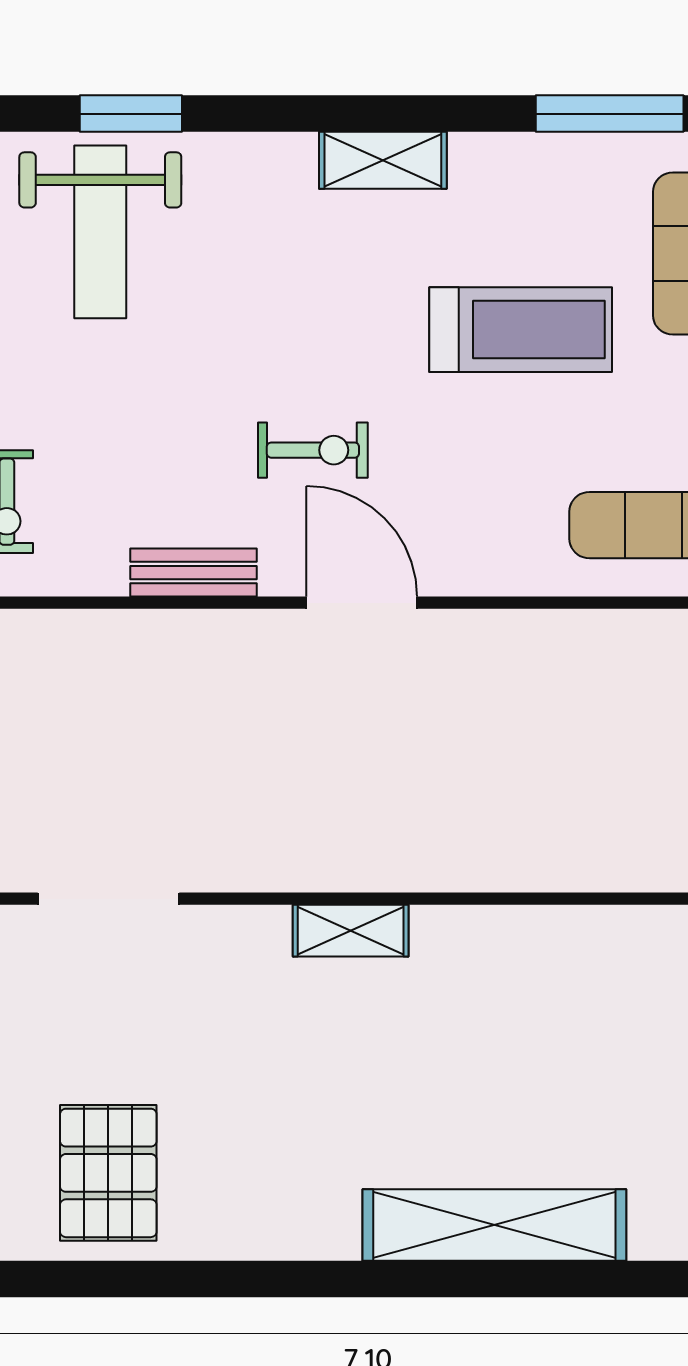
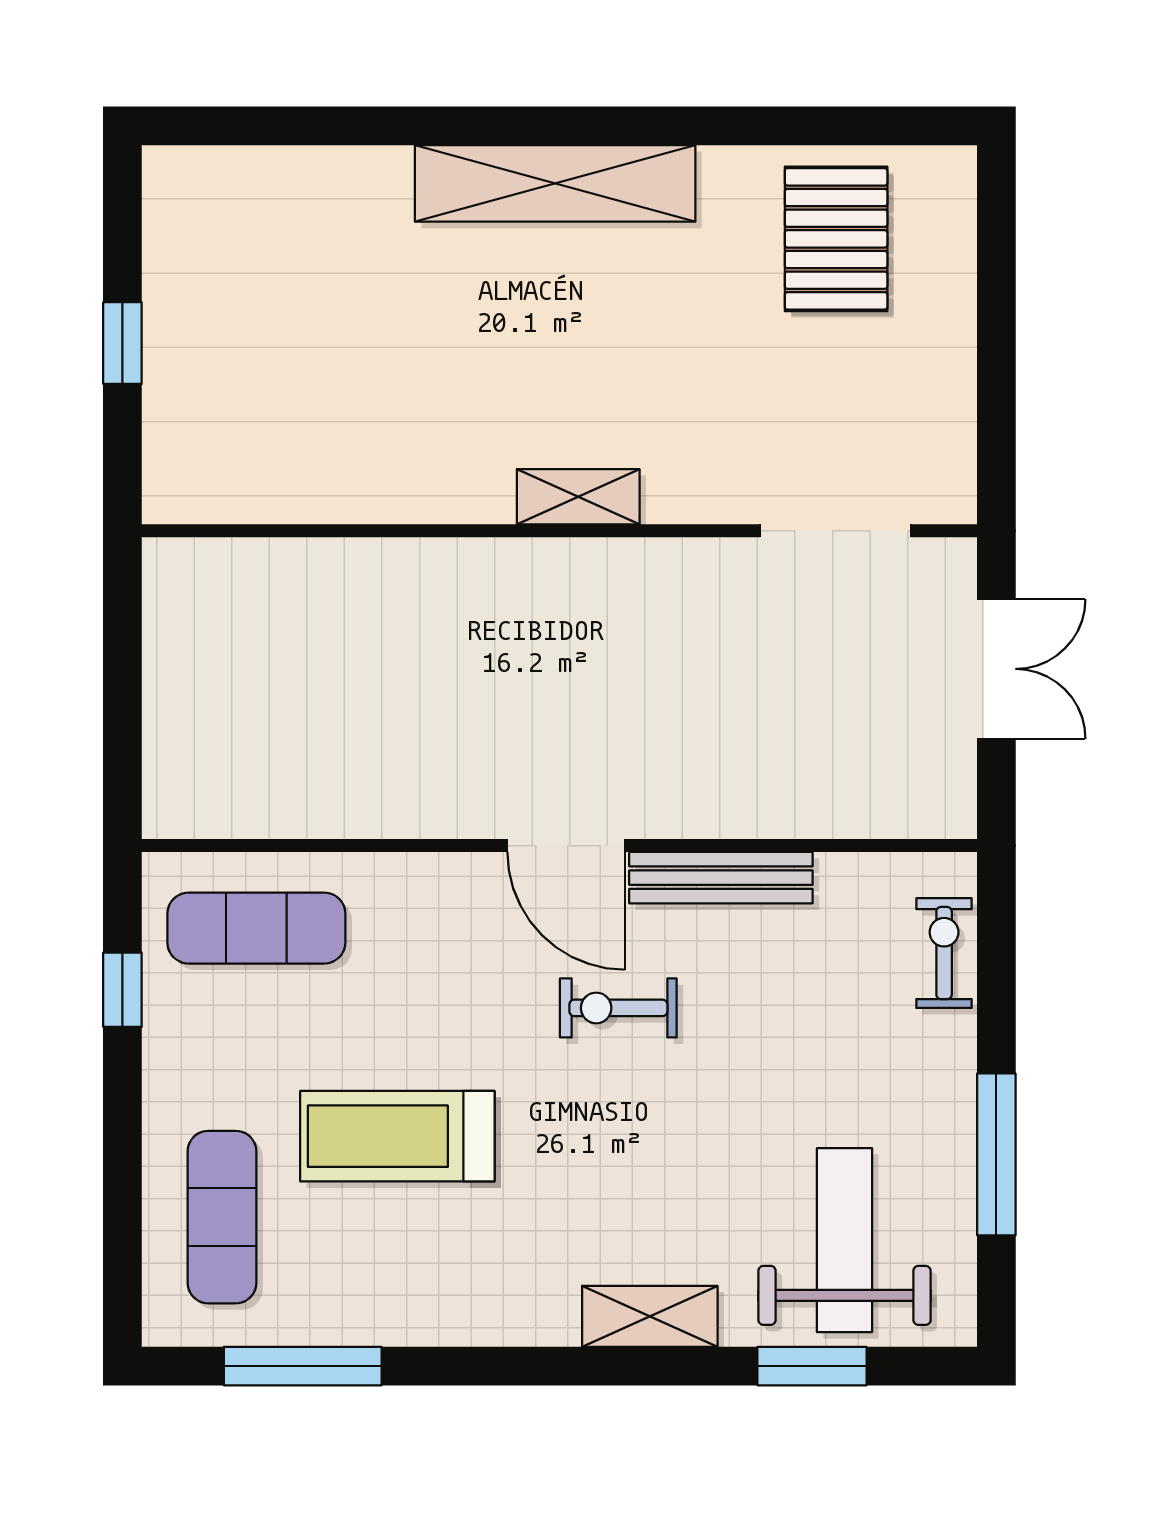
shelving: (383, 160) -> (650, 1316), moved
bench: (193, 573) -> (721, 878), width x1.36
shelving: (494, 1225) -> (555, 183), moved

